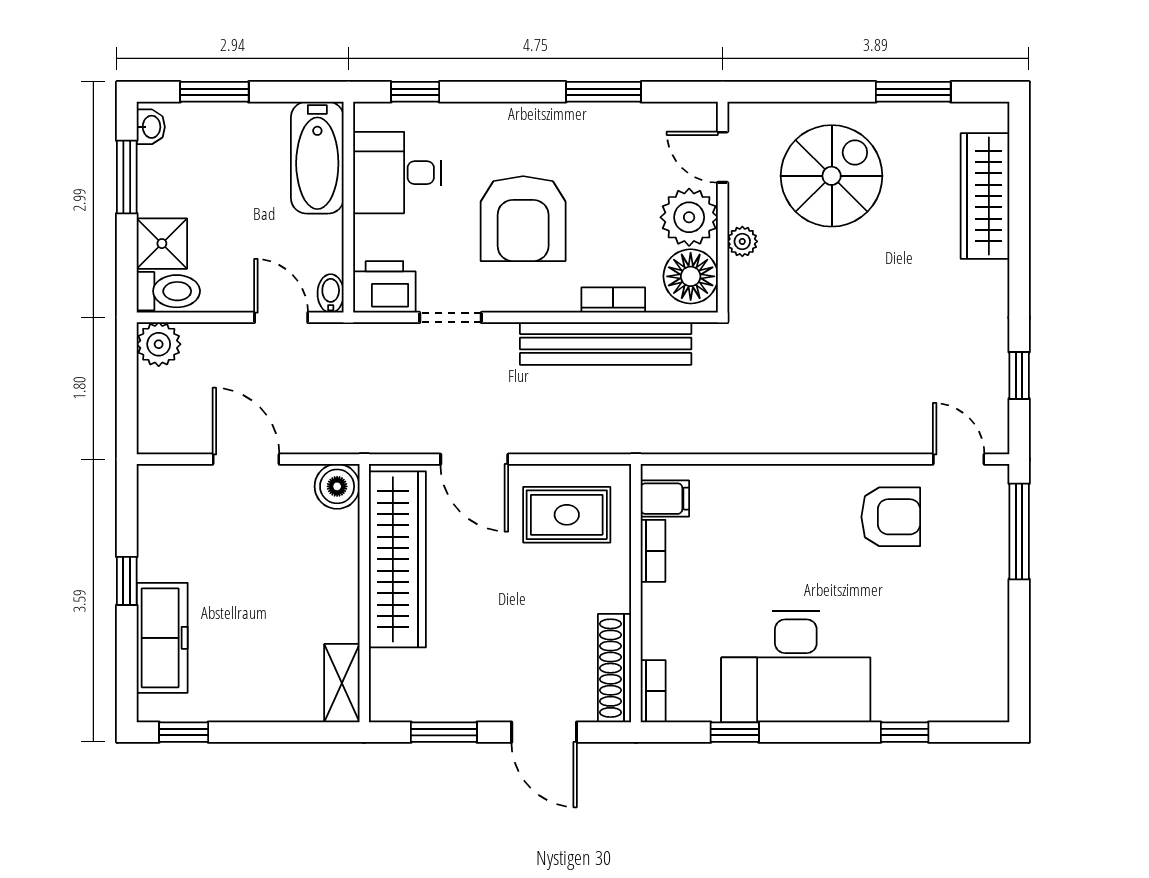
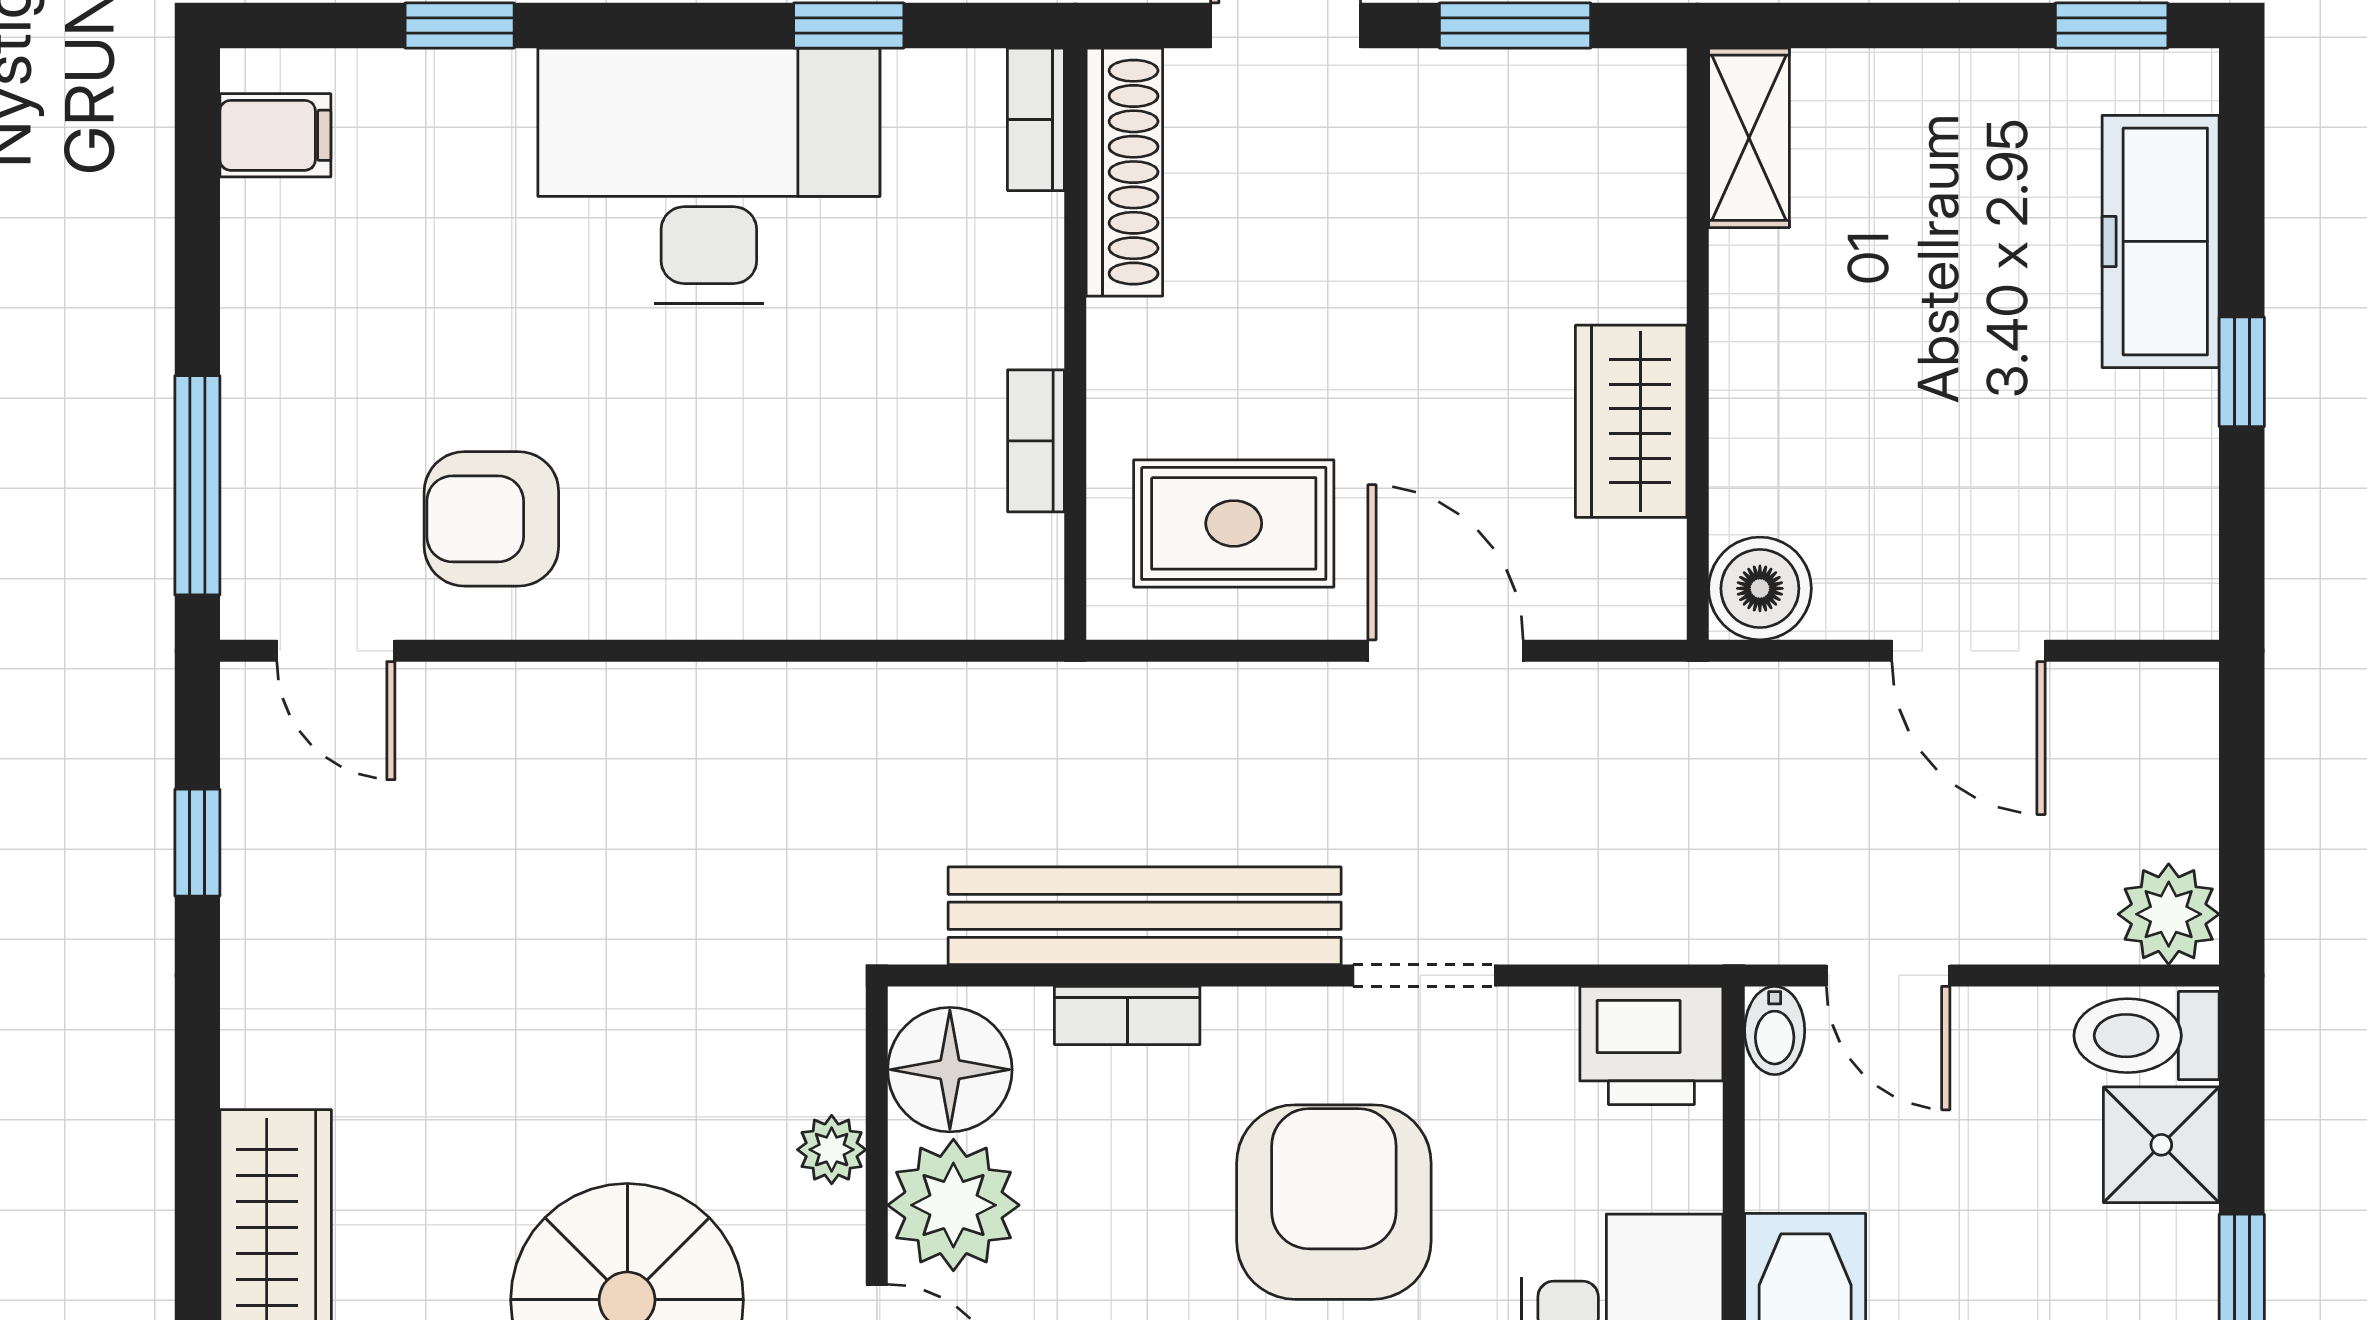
doorway: (451, 317) -> (1424, 975), moved
filing cabinet: (665, 499) -> (275, 135), moved, turned 180
wardrobe: (397, 559) -> (1631, 421), width x0.48, depth x0.85

